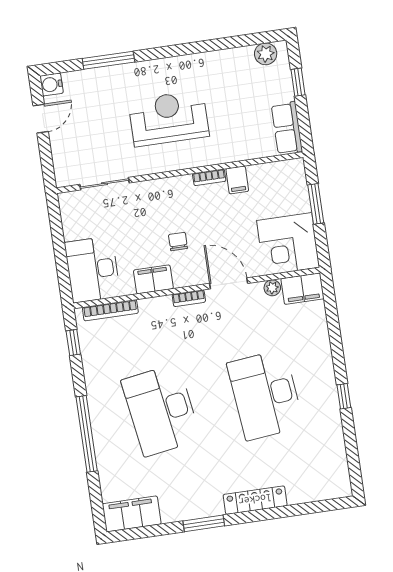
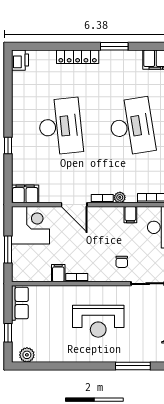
chair: (178, 242) -> (122, 262), moved
filing cabinet: (153, 279) -> (130, 215), width x0.50
plant: (272, 288) -> (120, 197), moved
window: (344, 396) -> (8, 146), moved
printer: (338, 483) -> (20, 60), added

